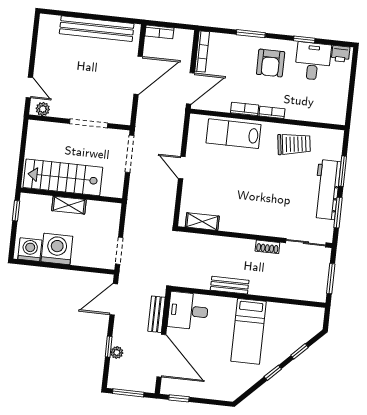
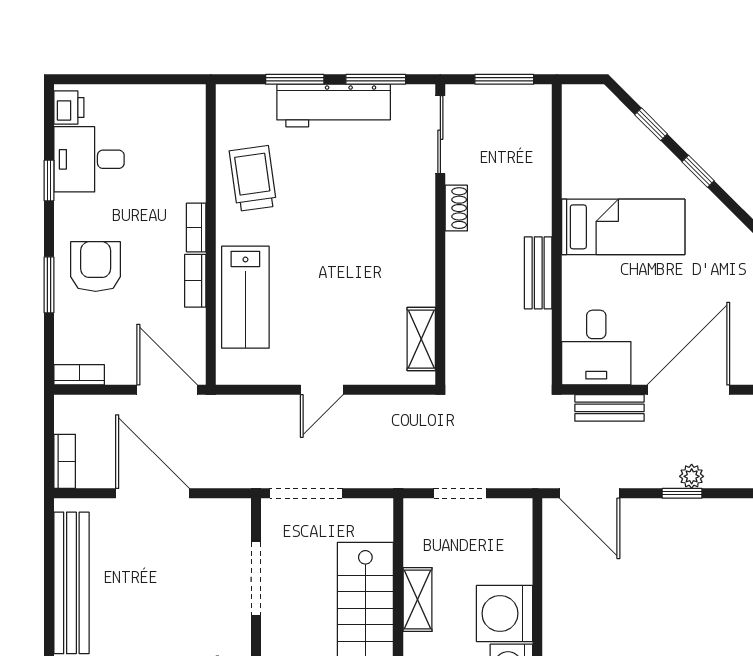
bookcase: (202, 51) -> (79, 375), width x0.64
armchair: (271, 63) -> (96, 267), moved, turned -90
doorway: (119, 251) -> (460, 493), moved

